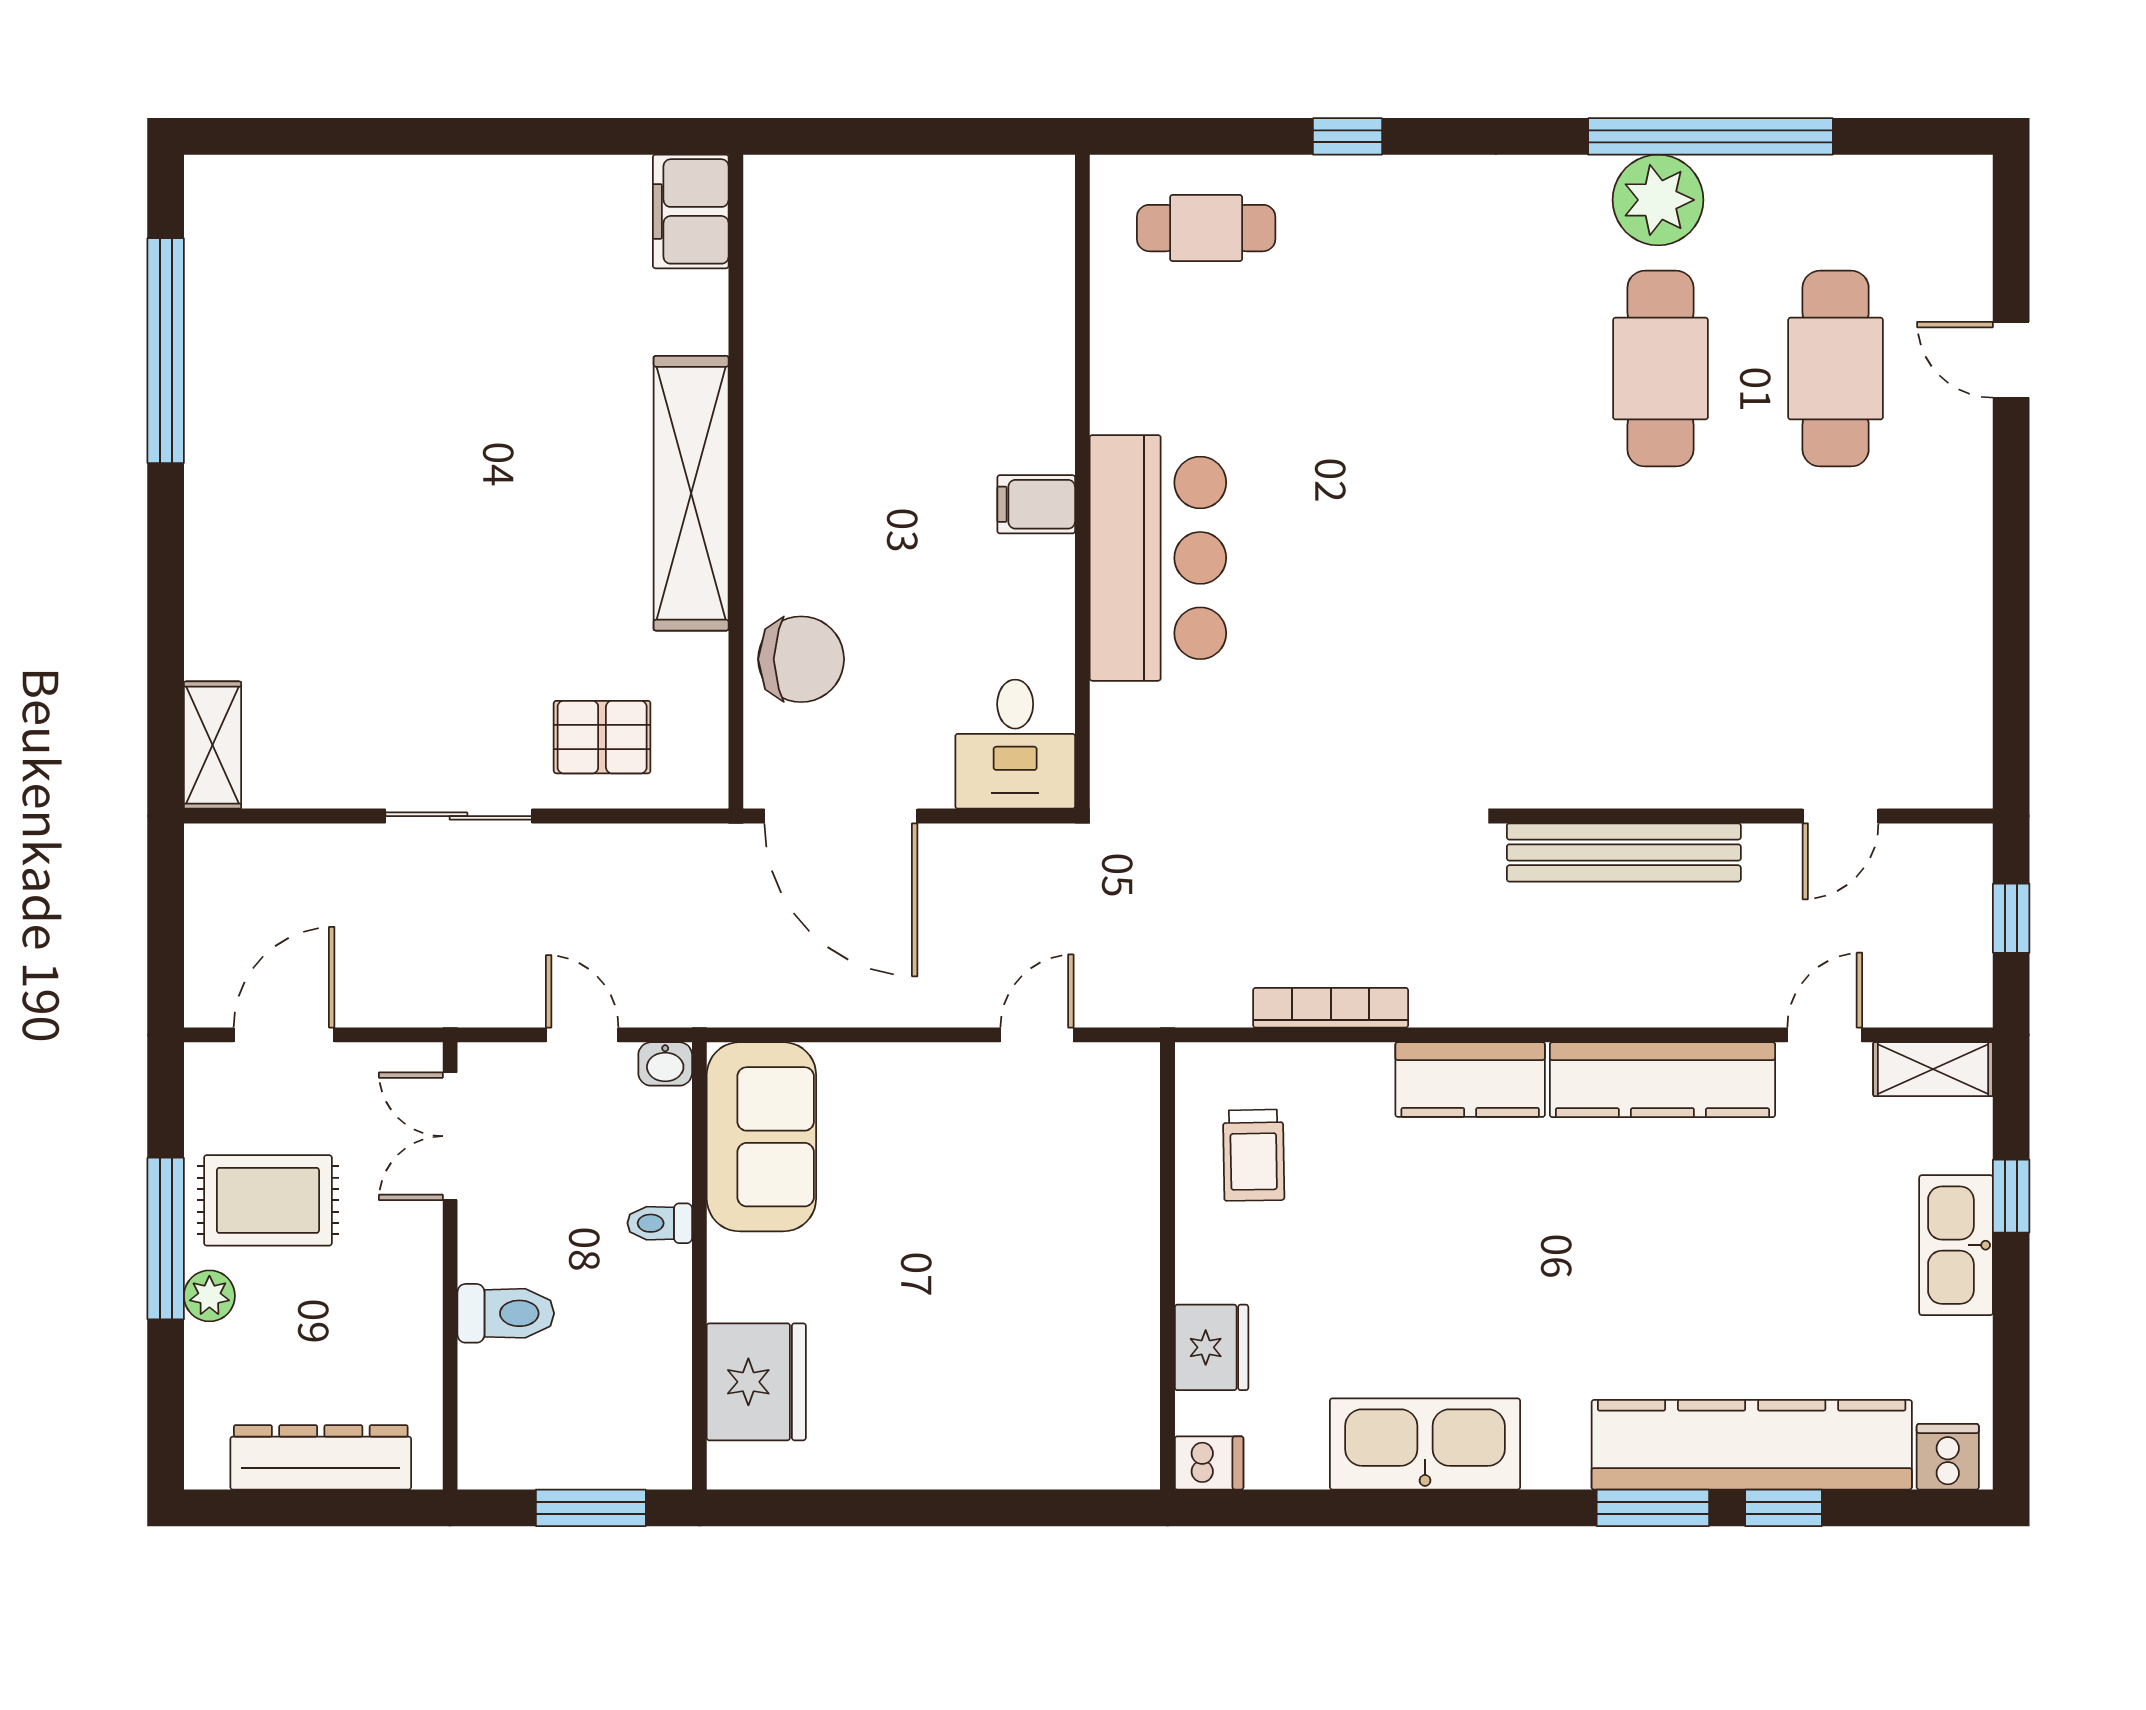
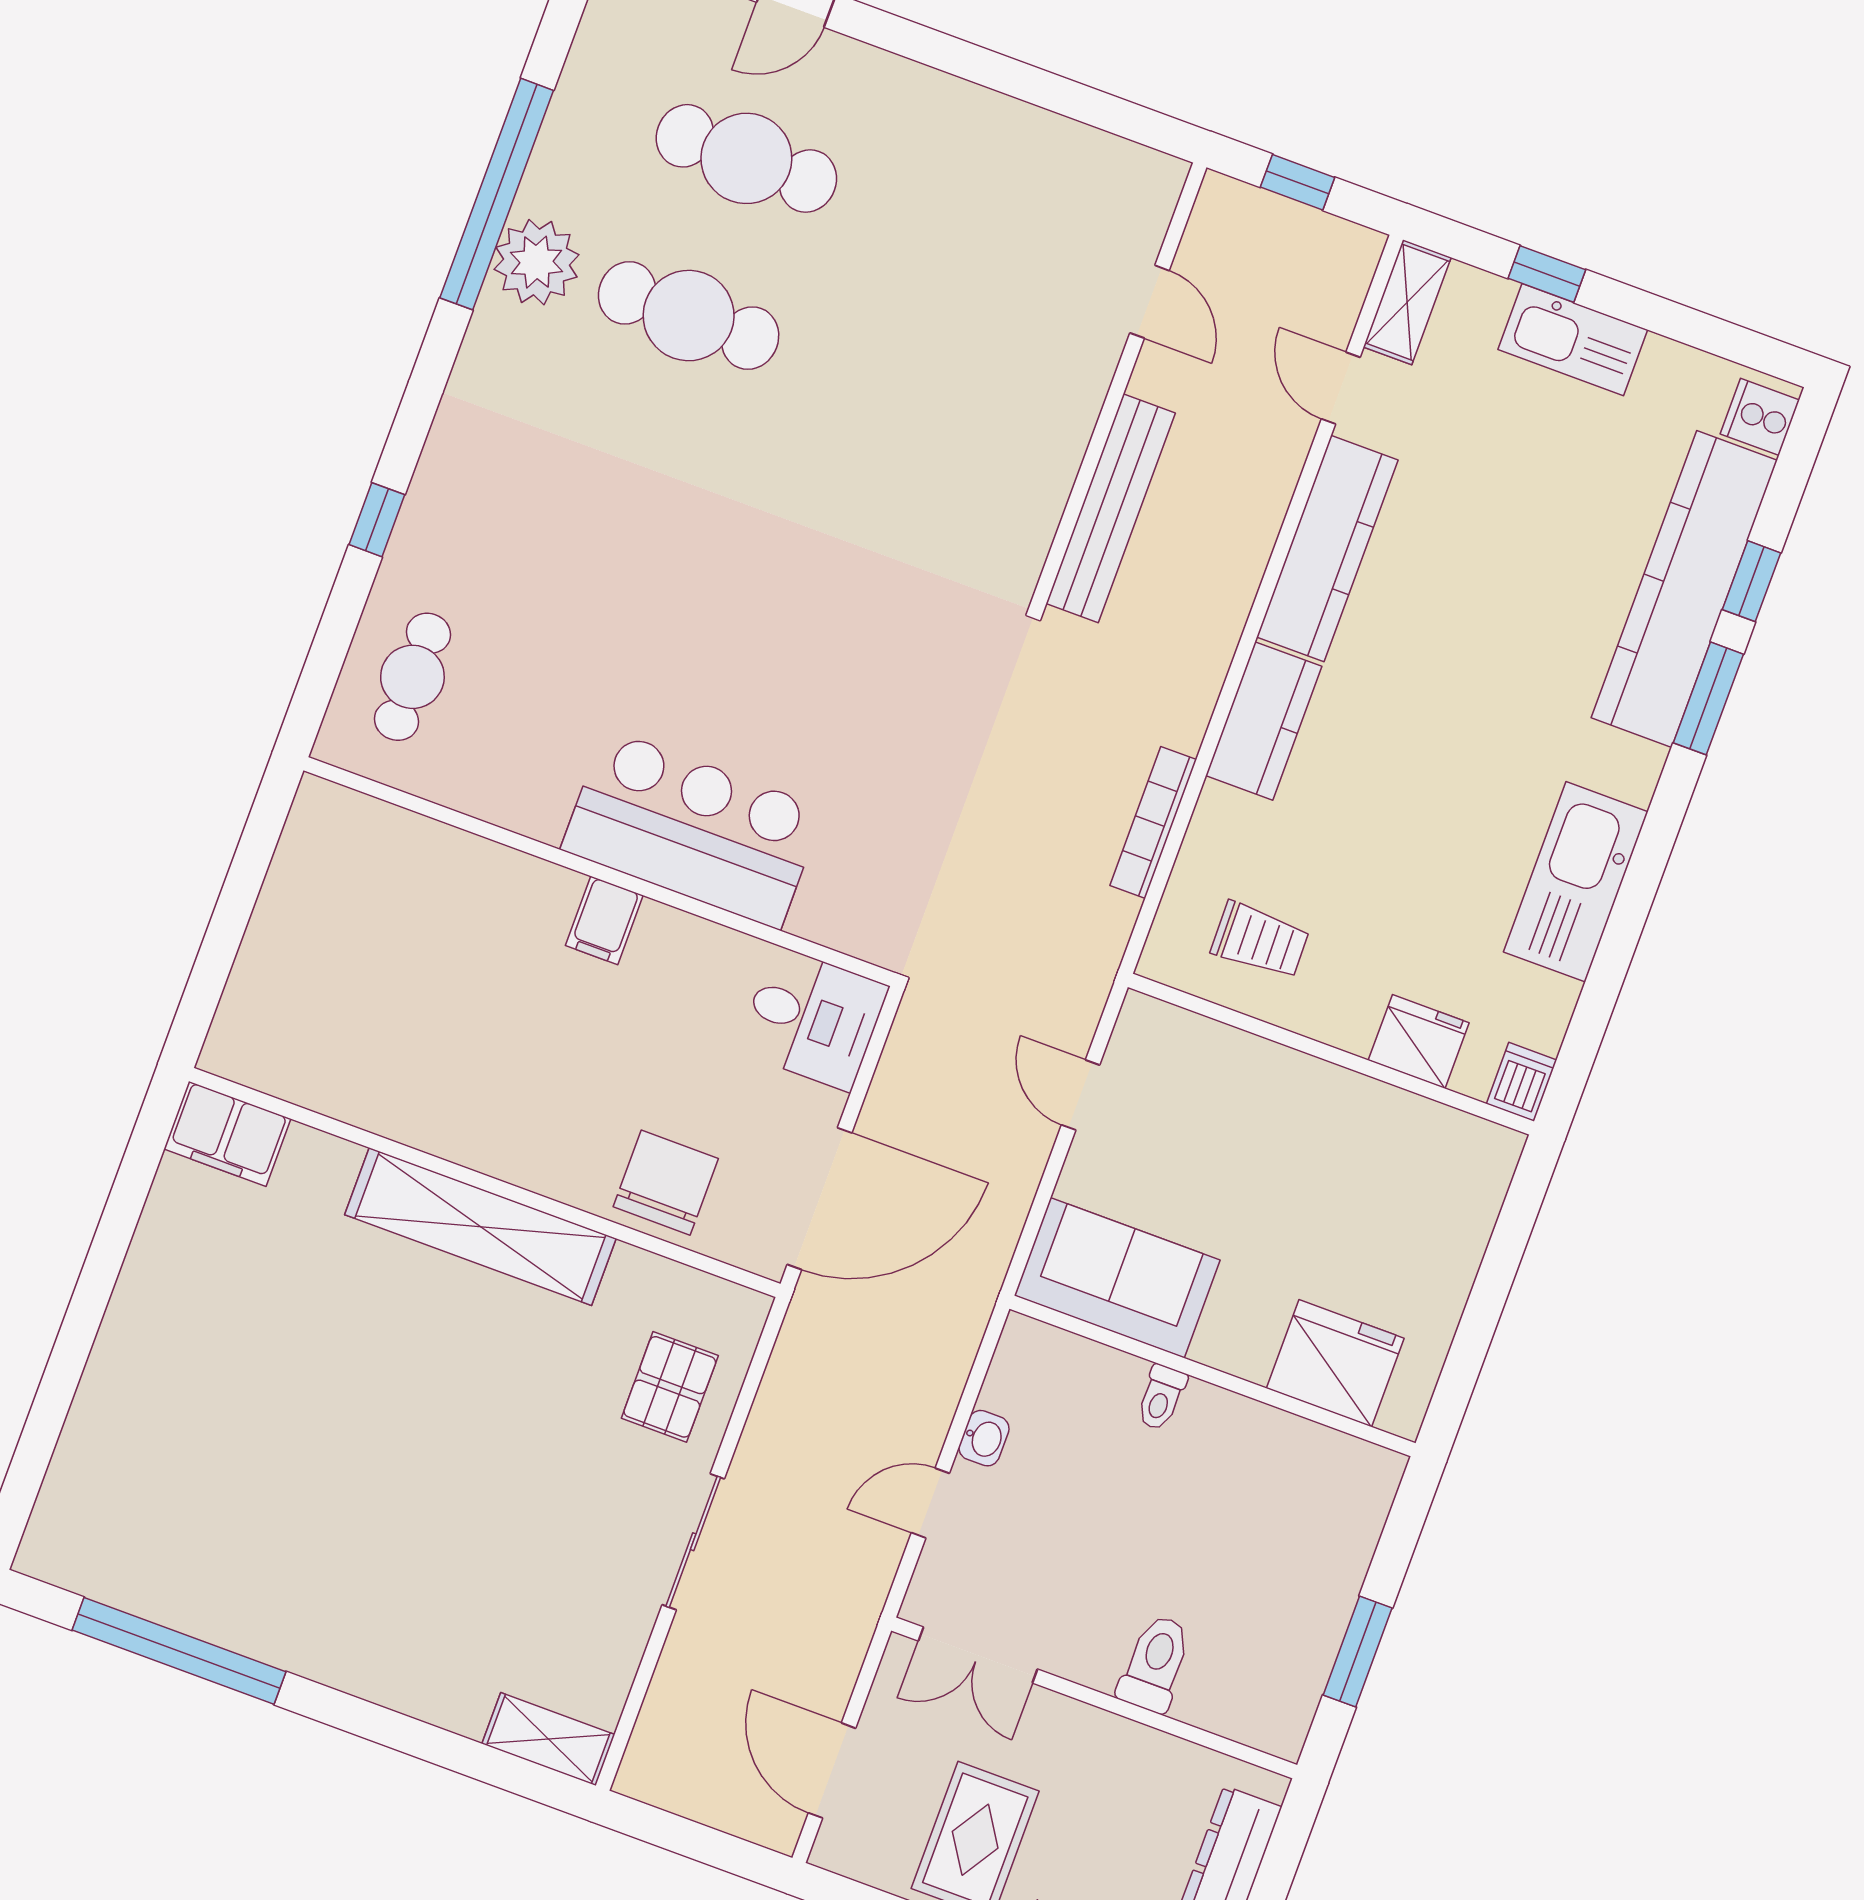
sofa: (761, 1137) -> (1117, 1278), moved
toilet: (660, 1223) -> (1161, 1398), moved
wall: (699, 1266) -> (1213, 1376), moved
fridge: (756, 1382) -> (1335, 1363), moved

